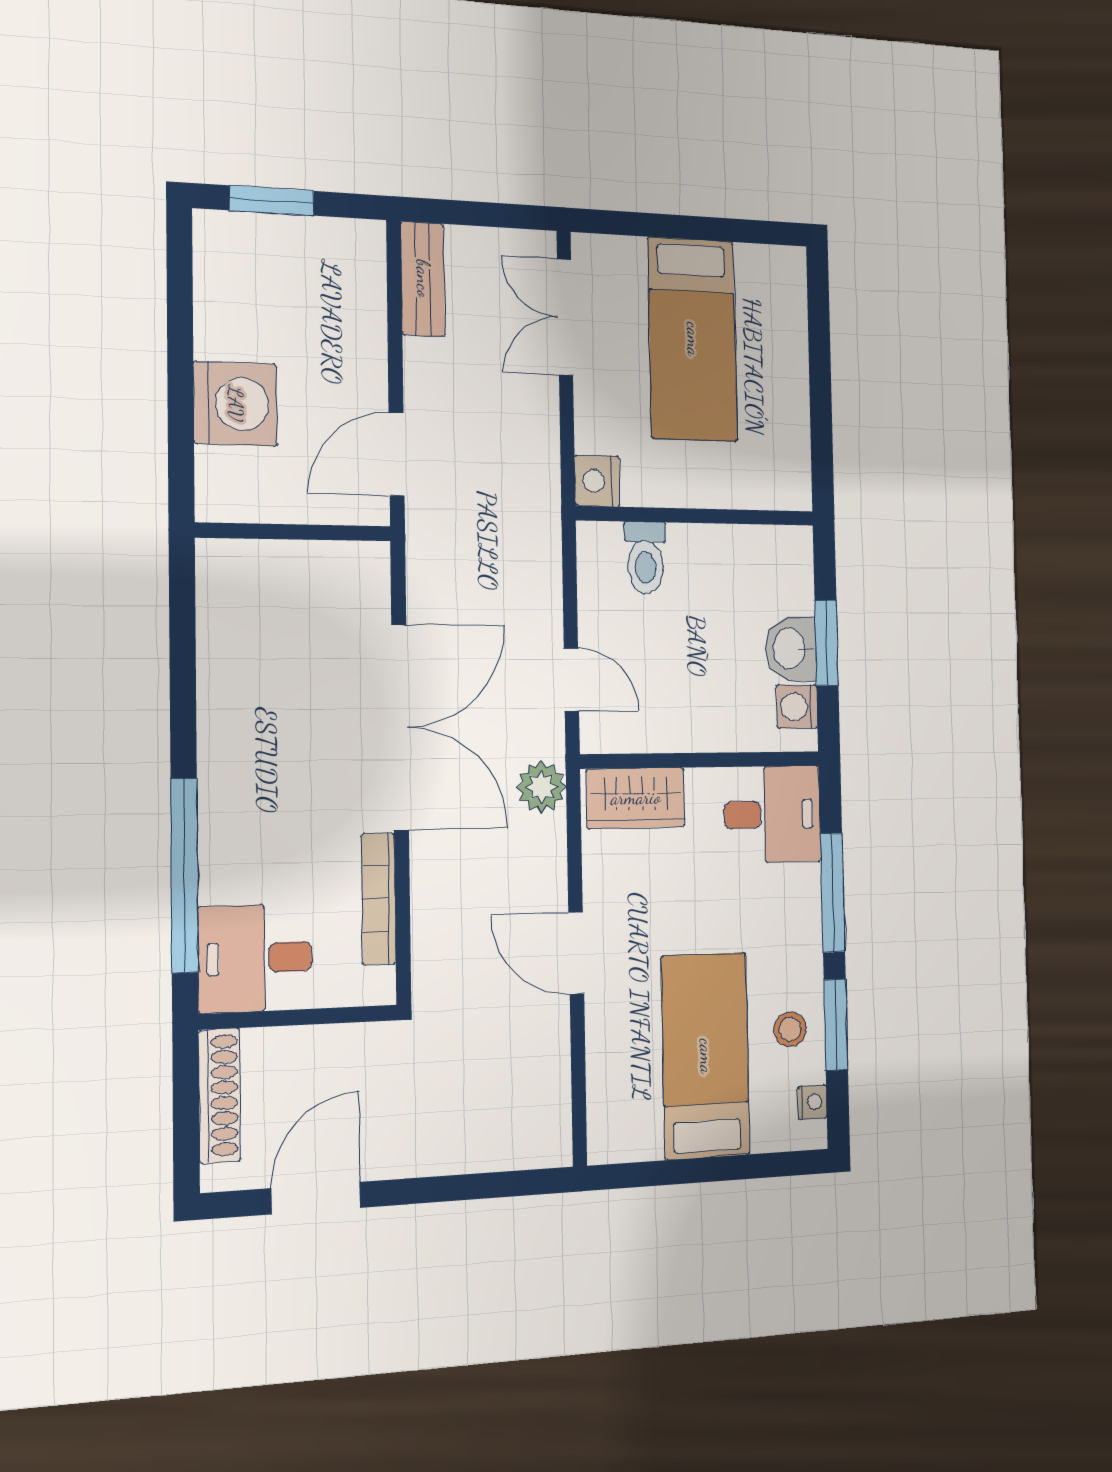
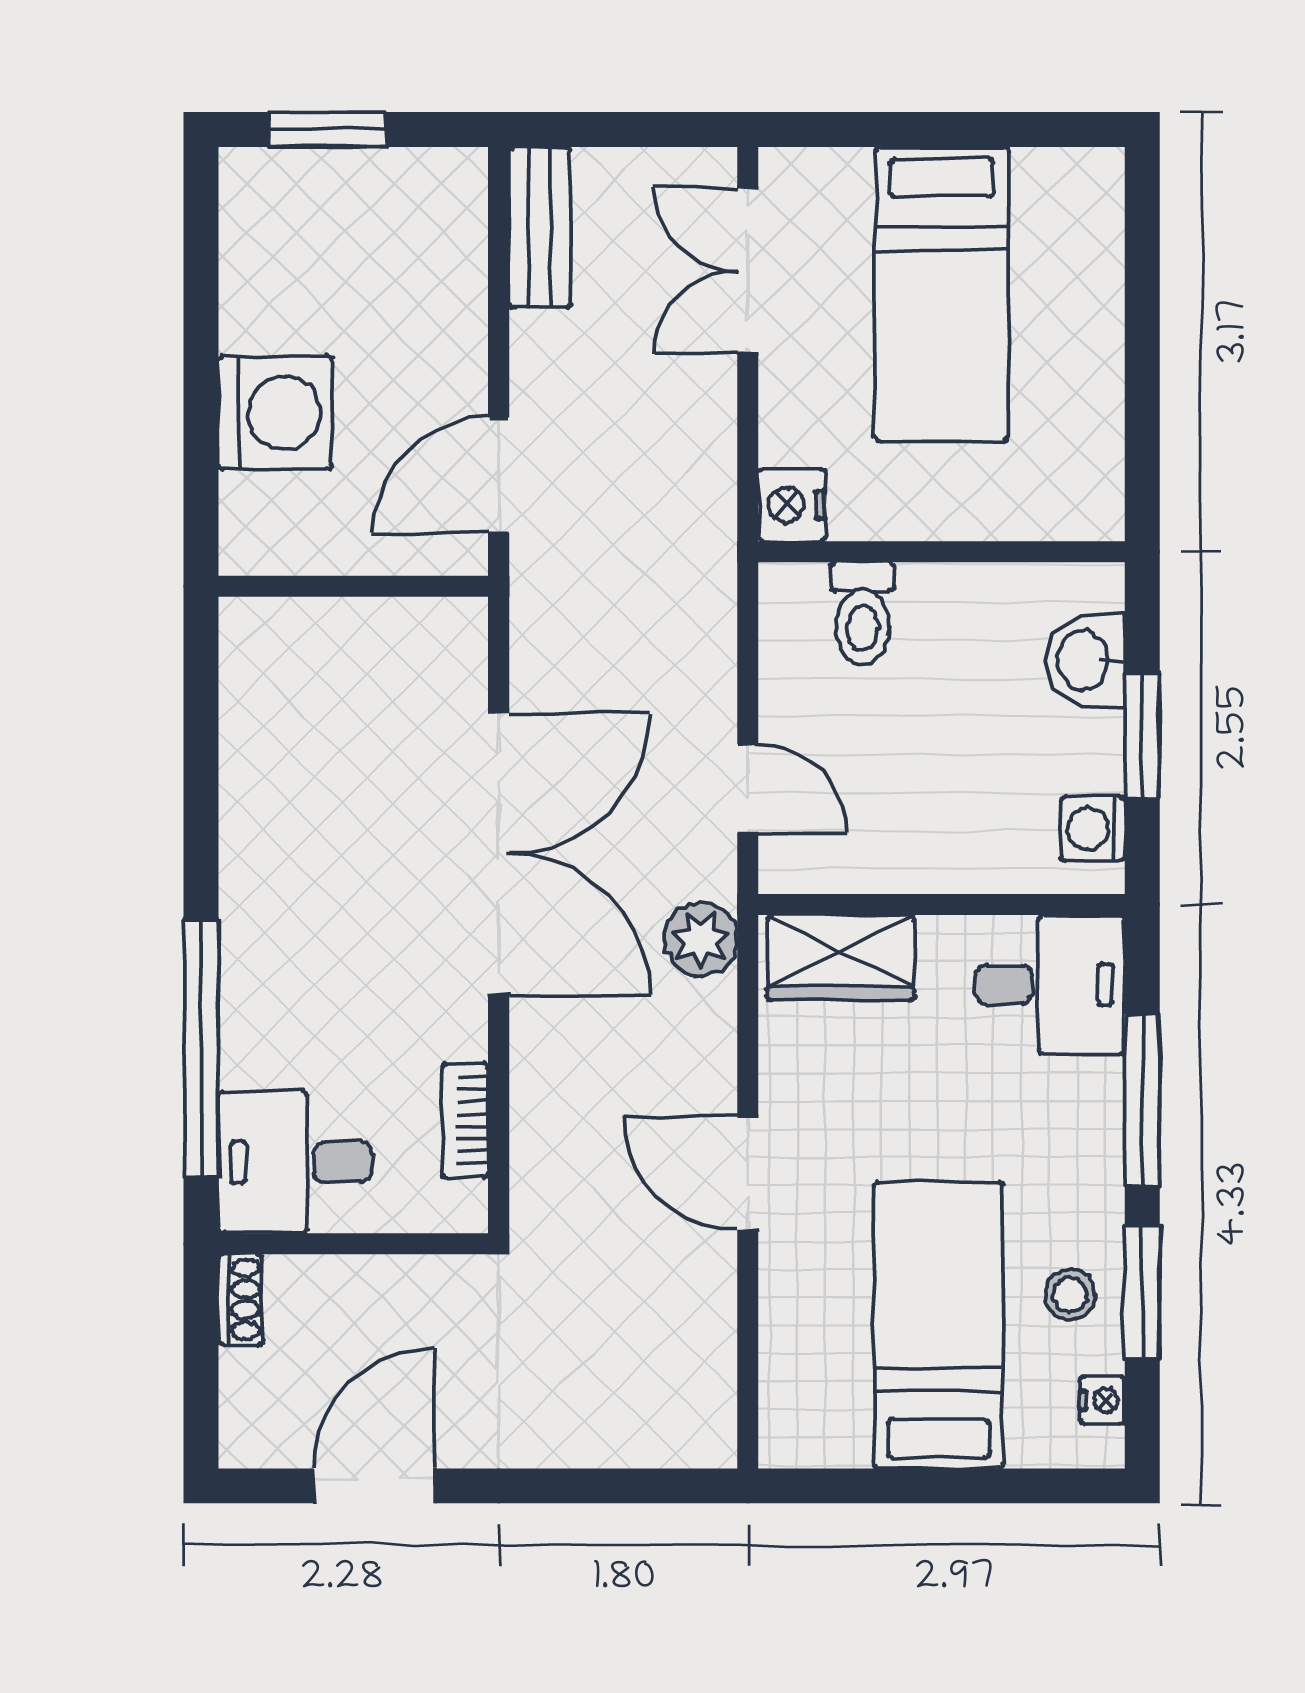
washbasin: (791, 649) -> (1085, 661), moved
bookcase: (379, 899) -> (465, 1121), width x0.64
shoe rack: (220, 1096) -> (240, 1299), width x0.51, depth x0.81

